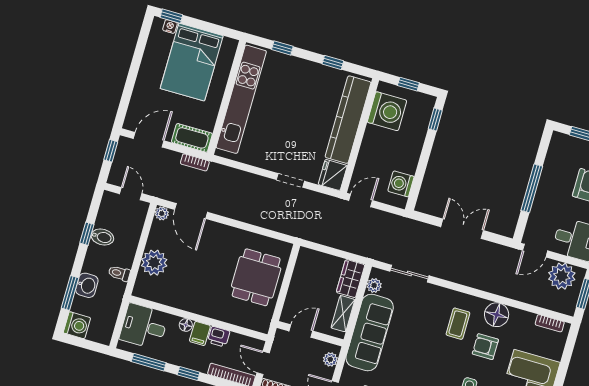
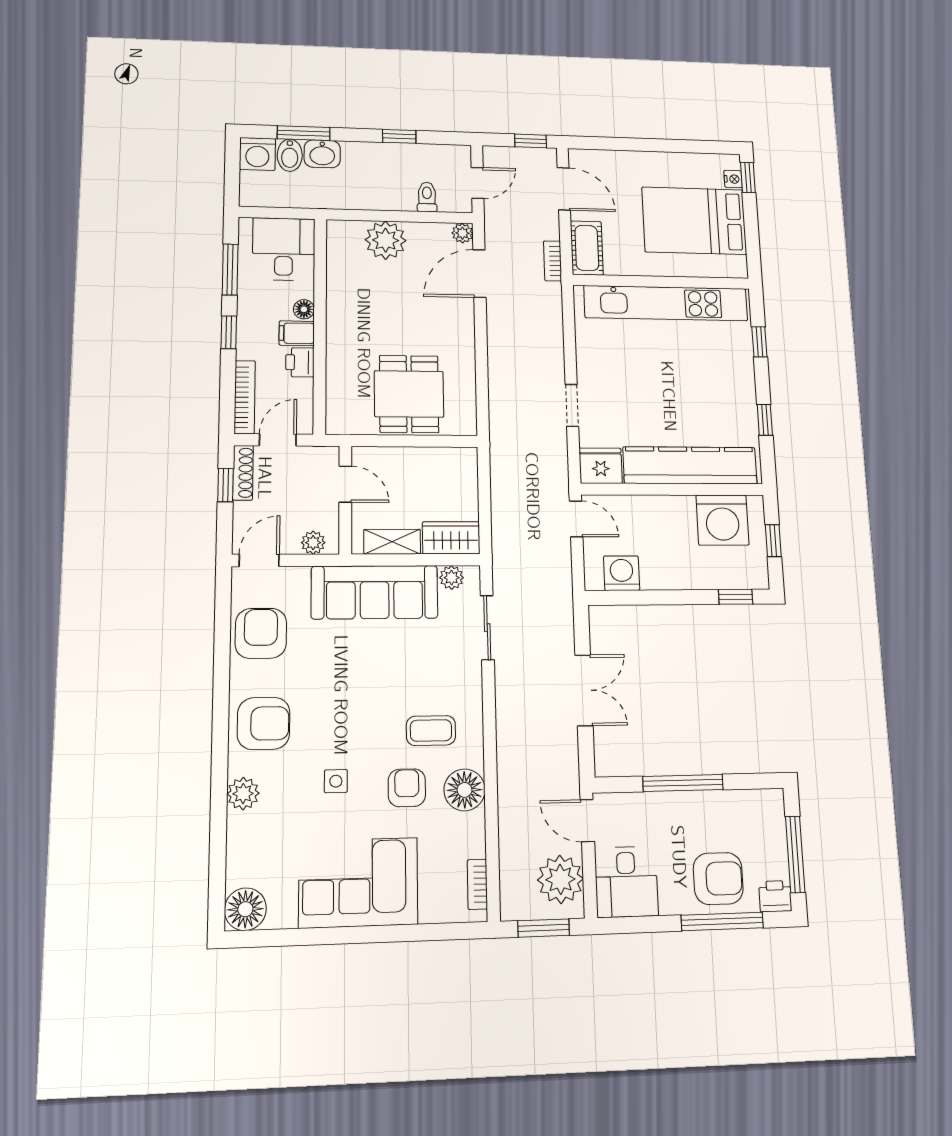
bidet: (102, 237) -> (290, 155), moved
toilet: (119, 273) -> (427, 197), moved
dining table: (256, 277) -> (409, 394), turned 90

